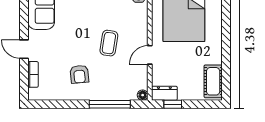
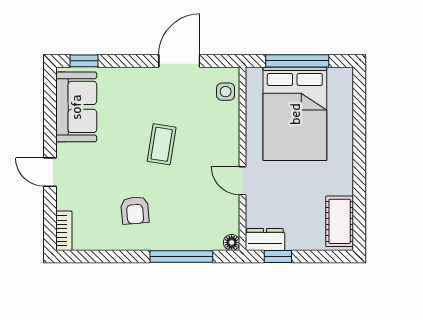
coffee table: (109, 43) -> (162, 144), moved
door: (150, 55) -> (243, 181), hinge flipped
bookcase: (33, 74) -> (64, 231), moved

